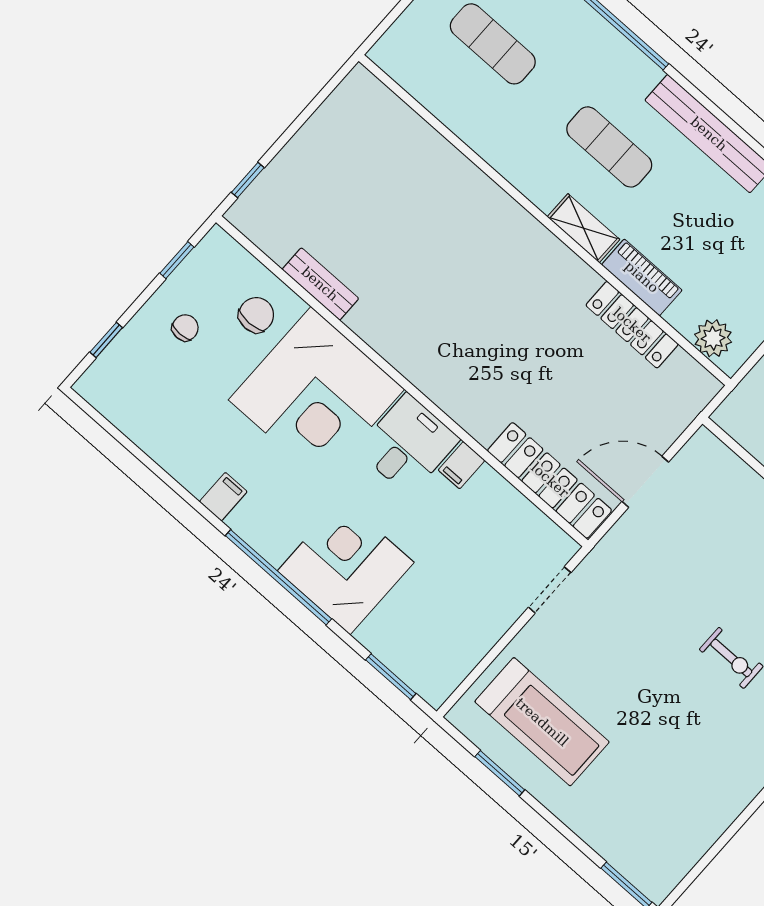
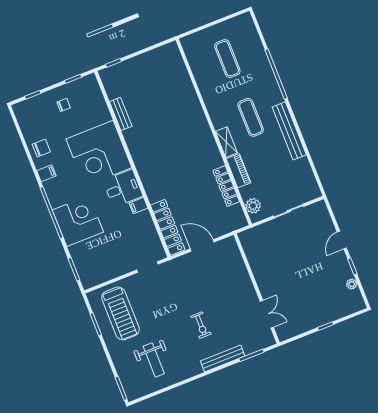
chair: (256, 315) -> (41, 148), moved
weight bench: (667, 787) -> (154, 360), added

